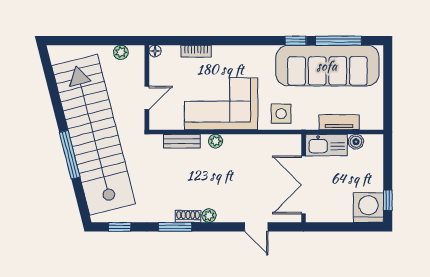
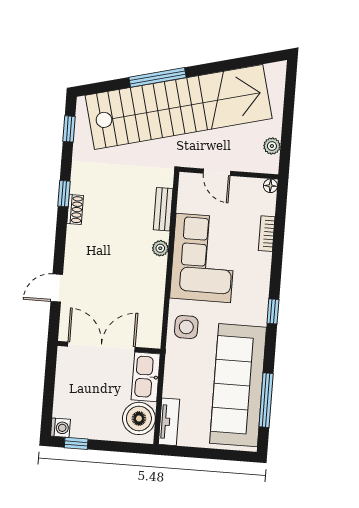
window: (296, 41) -> (273, 311), moved
tv unit: (339, 122) -> (169, 422), moved
boiler: (356, 142) -> (139, 418), width x1.86, depth x1.86
washing machine: (368, 208) -> (60, 428), width x0.53, depth x0.53
plant: (209, 216) -> (74, 234), removed
window: (175, 227) -> (64, 194), width x0.67

